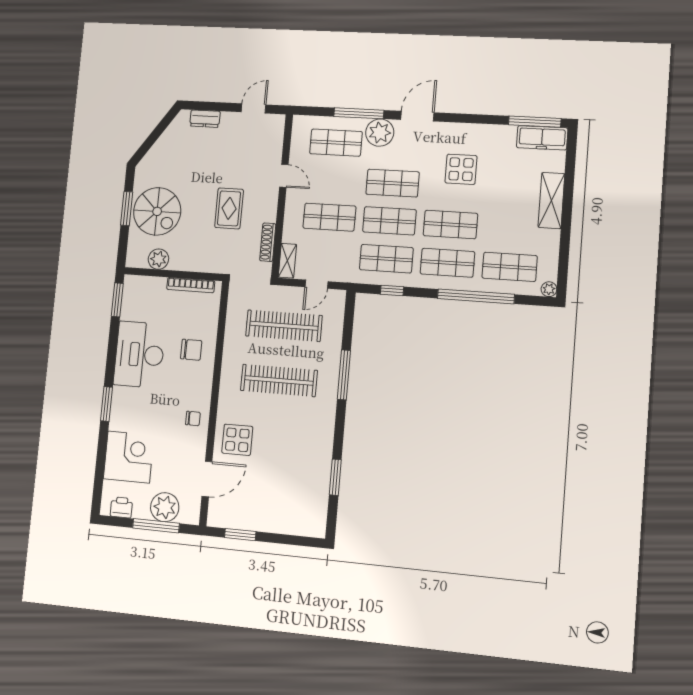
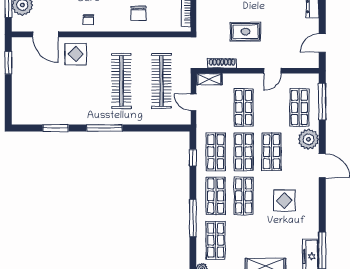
door: (253, 108) -> (322, 43), swing flipped
window: (359, 113) -> (322, 102), moved
window: (476, 296) -> (193, 218), width x0.68
window: (344, 375) -> (104, 128), moved

